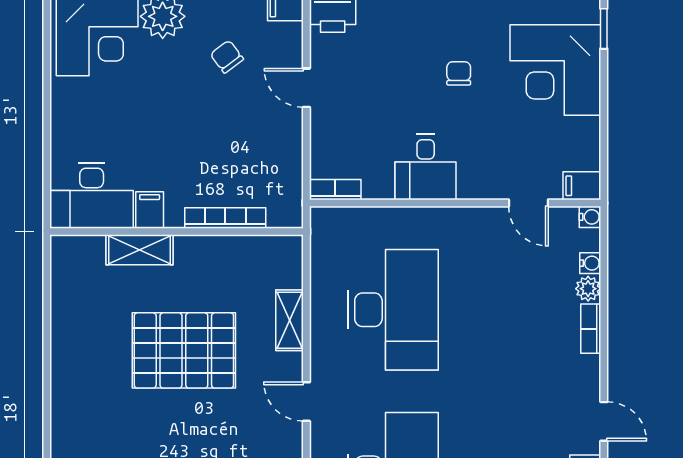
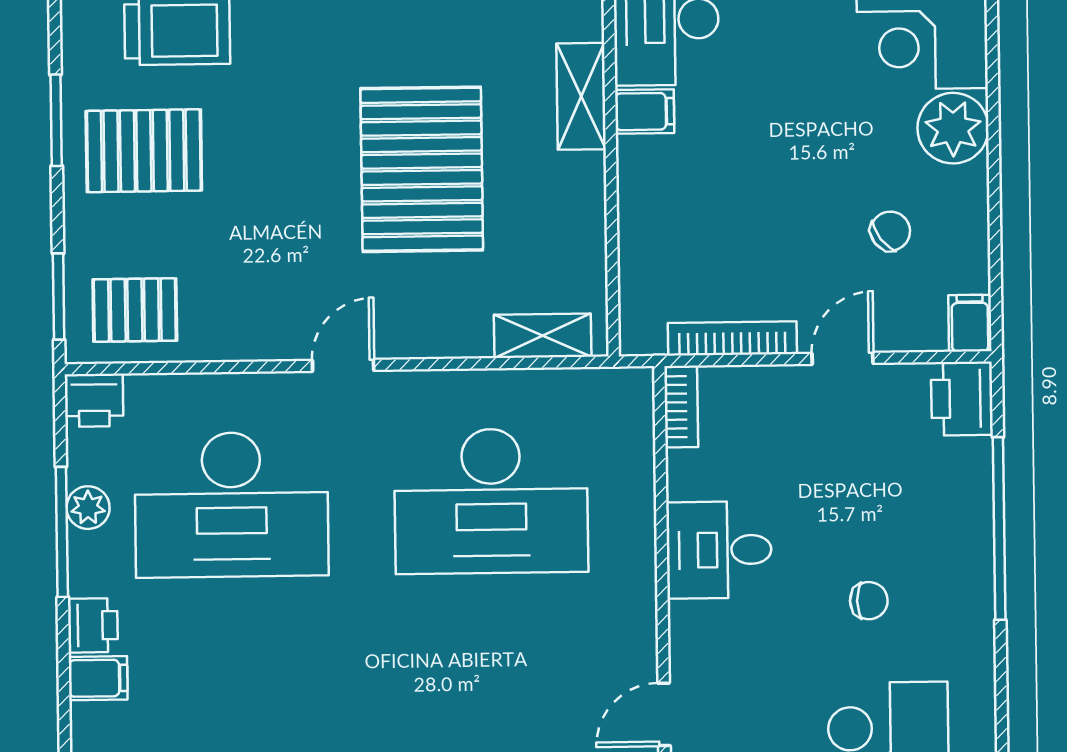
bookcase: (225, 218) -> (732, 338), moved, turned -90
shelving: (289, 320) -> (543, 336), moved

